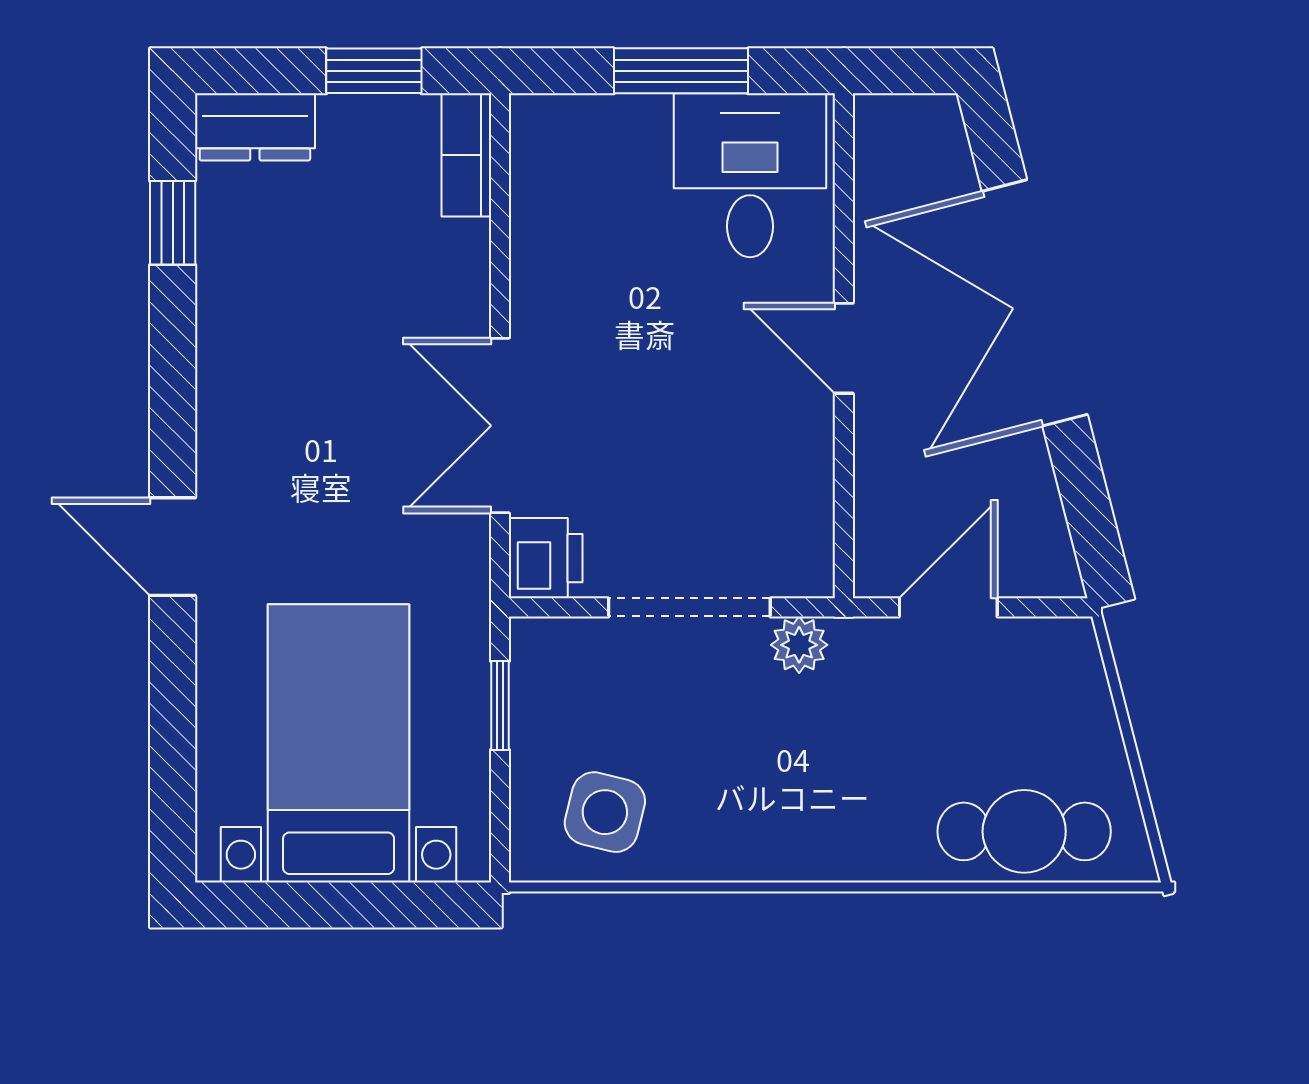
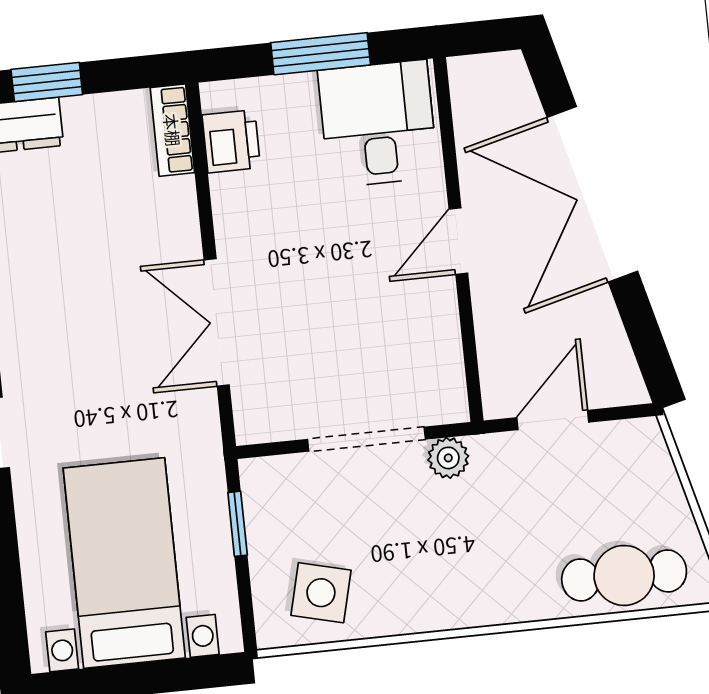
window: (374, 71) -> (47, 82), moved
door: (844, 348) -> (458, 241), hinge flipped
printer: (546, 558) -> (231, 141), moved

